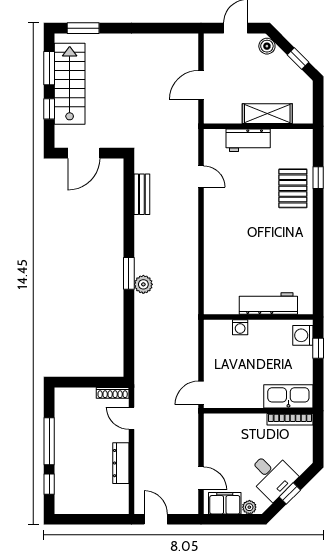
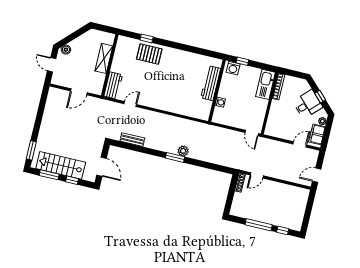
window: (298, 58) -> (77, 34), removed
door: (201, 85) -> (79, 92), hinge flipped
workbench: (248, 140) -> (113, 85), moved
dresser: (121, 463) -> (280, 187), removed

